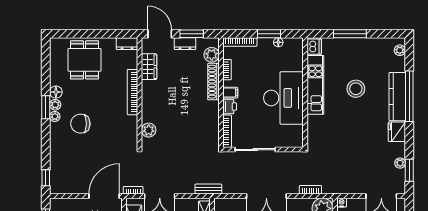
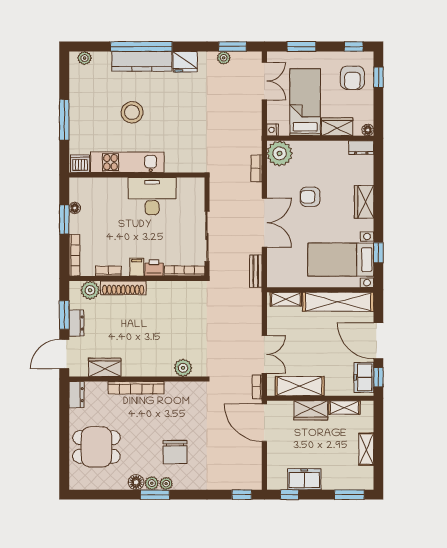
desk: (283, 98) -> (152, 196), width x0.73, depth x0.77
bench: (208, 189) -> (256, 271), moved

